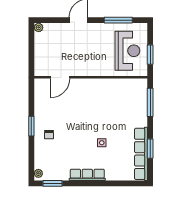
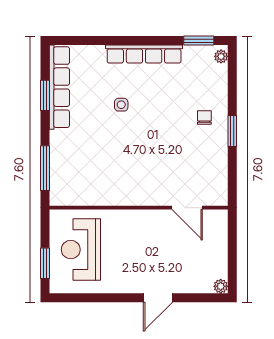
window: (118, 20) -> (95, 298), removed
window: (150, 55) -> (45, 263), moved
door: (60, 77) -> (187, 208), swing flipped
row of seats: (87, 175) -> (144, 54), width x1.36

